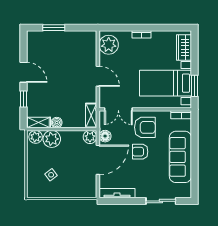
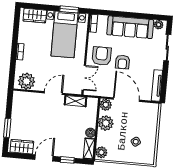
wardrobe: (34, 46) -> (22, 147), added
shelving: (91, 115) -> (75, 101), moved
floor lamp: (105, 136) -> (106, 92), removed
plant: (52, 139) -> (106, 123), moved
plant: (186, 189) -> (159, 25), added

